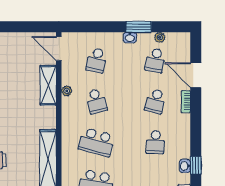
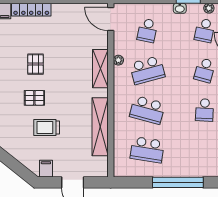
shelving: (48, 85) -> (100, 69), moved
school desk: (96, 101) -> (147, 70), width x1.85

